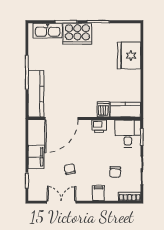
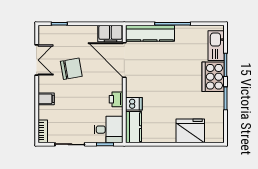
filing cabinet: (36, 157) -> (110, 34), moved
chair: (70, 169) -> (71, 69), width x1.87, depth x1.87
chair: (115, 172) -> (68, 116), removed

